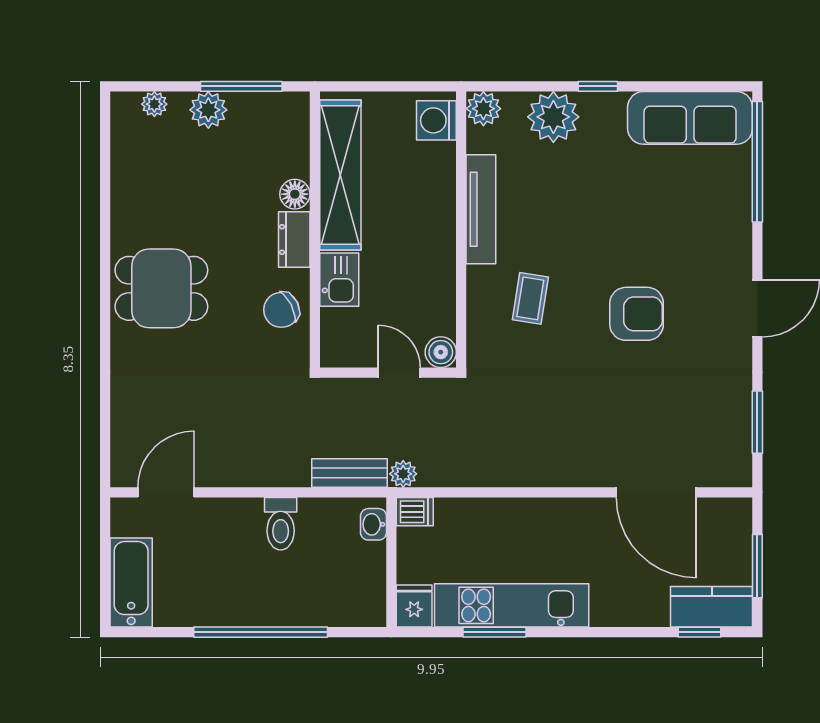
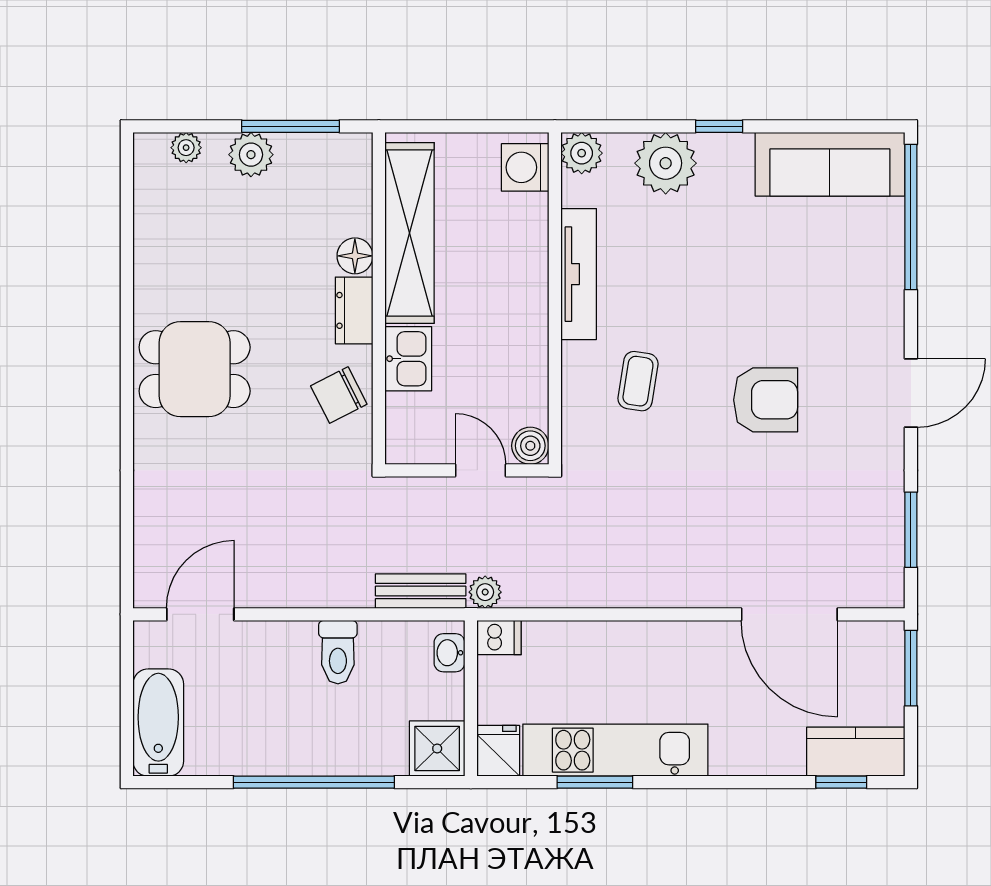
window: (757, 566) -> (911, 668), moved
shower: (363, 604) -> (437, 749), added

